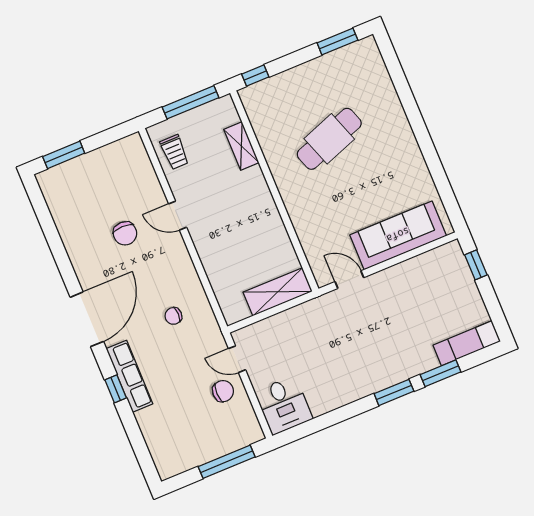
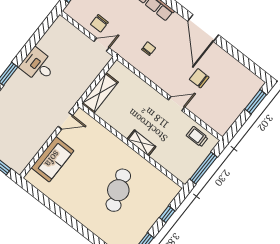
window: (255, 76) -> (167, 214), moved
shelving: (241, 146) -> (141, 143), moved
sofa: (398, 235) -> (52, 159), width x0.73
door: (87, 319) -> (203, 28), moved
desk: (284, 405) -> (38, 65), moved

